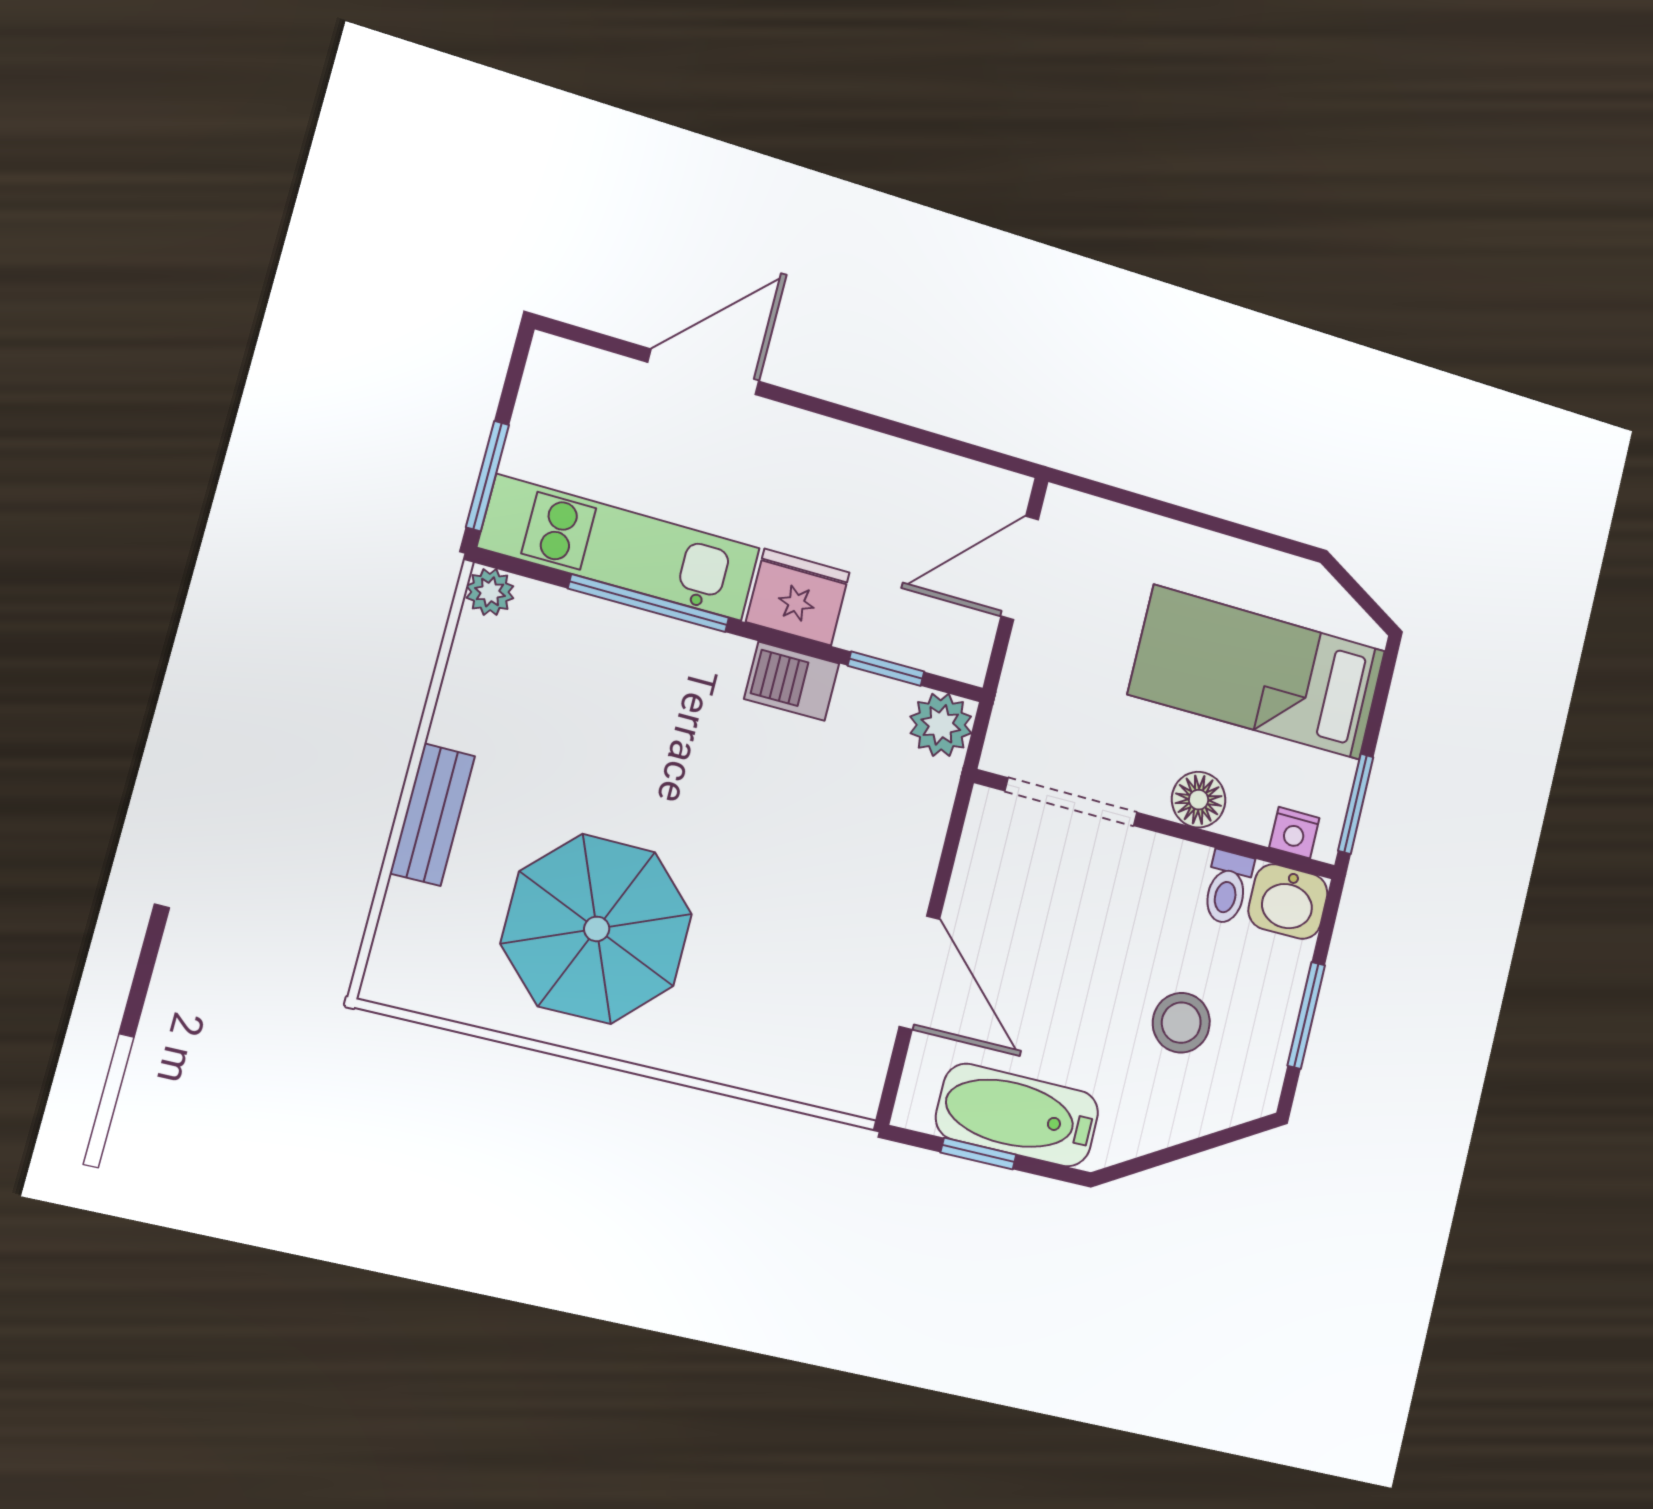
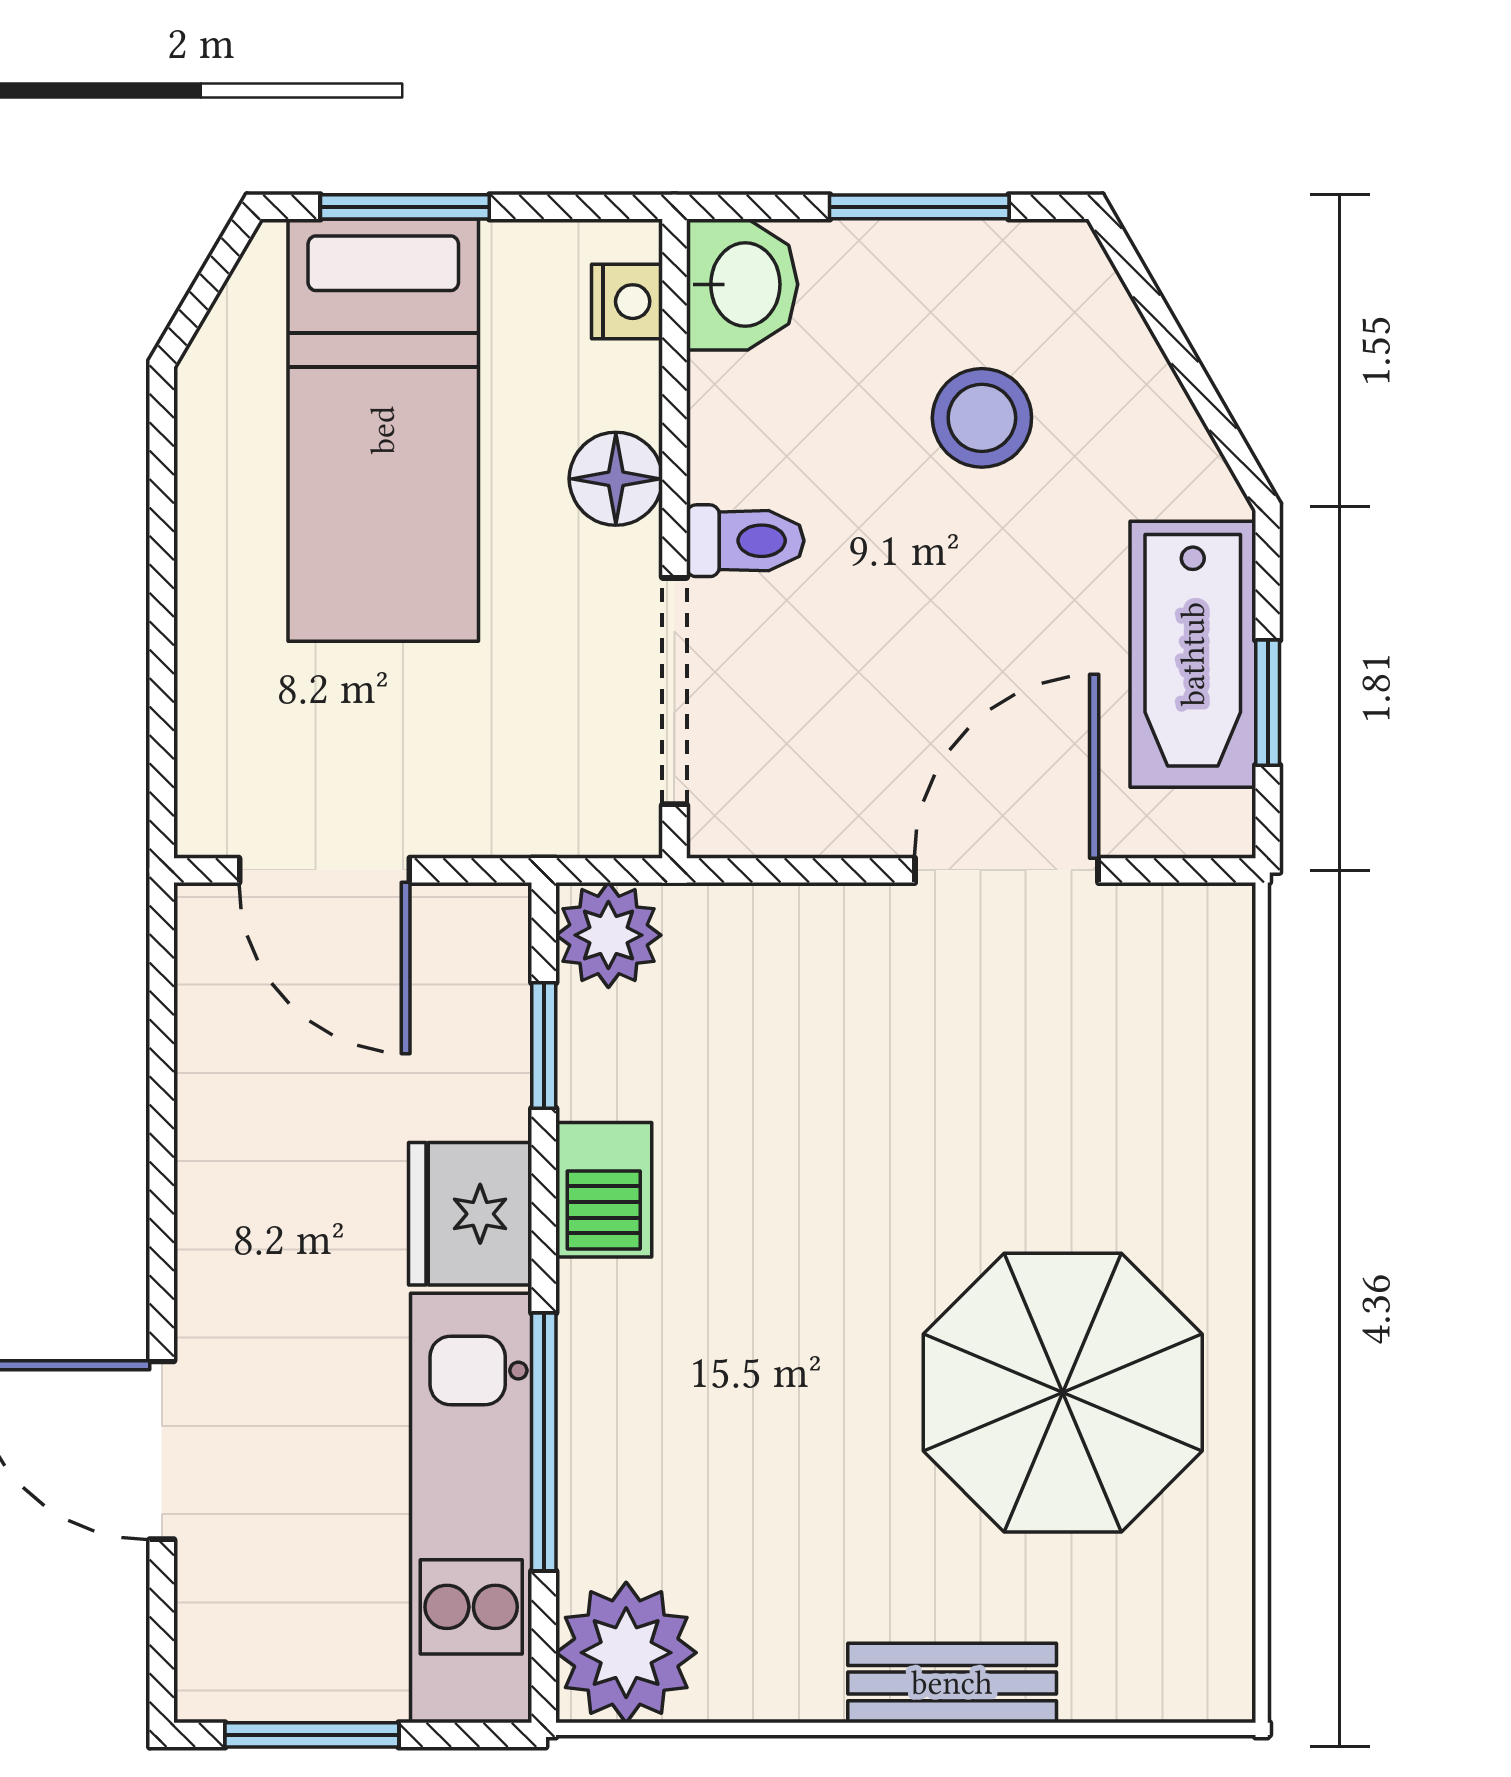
window: (487, 476) -> (312, 1735), moved
plant: (490, 592) -> (626, 1653), width x1.88, depth x1.88
window: (1356, 804) -> (405, 207), moved
toilet: (1227, 887) -> (745, 541), moved

